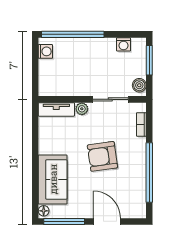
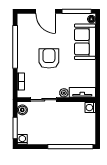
washing machine: (124, 44) -> (22, 139), moved
washing machine: (45, 51) -> (90, 108), moved
armchair: (102, 156) -> (49, 58), turned -82

